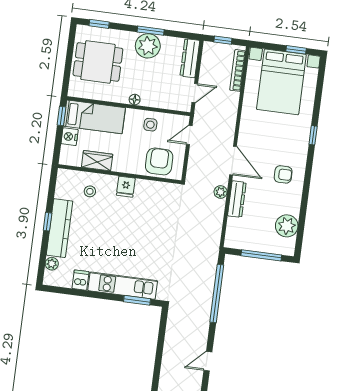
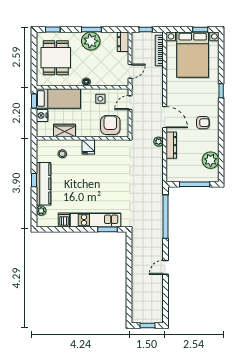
dresser: (190, 58) -> (123, 42), width x0.70
dining table: (98, 62) -> (56, 58), turned 90

